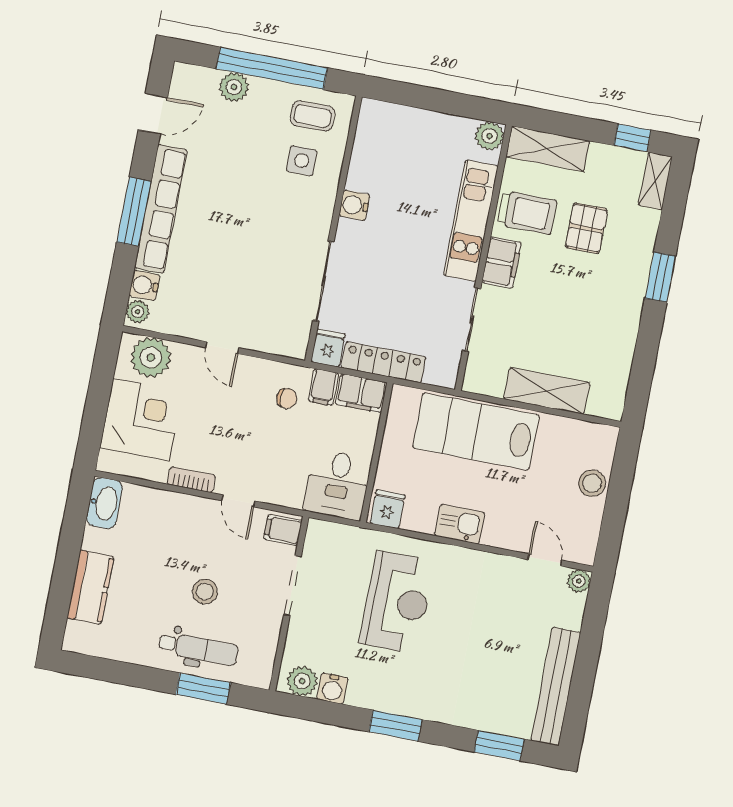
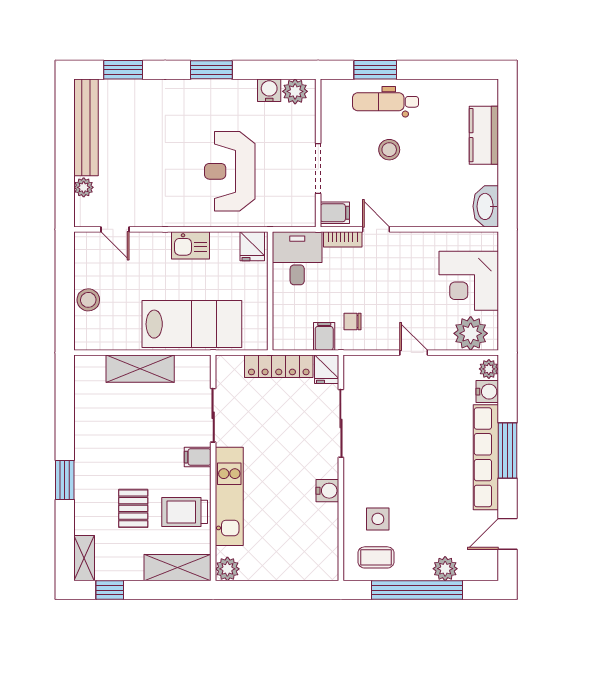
filing cabinet: (501, 262) -> (198, 457), width x0.50
filing cabinet: (361, 393) -> (292, 337), removed
bookcase: (191, 480) -> (343, 239), moved
plant: (579, 581) -> (84, 187), moved

